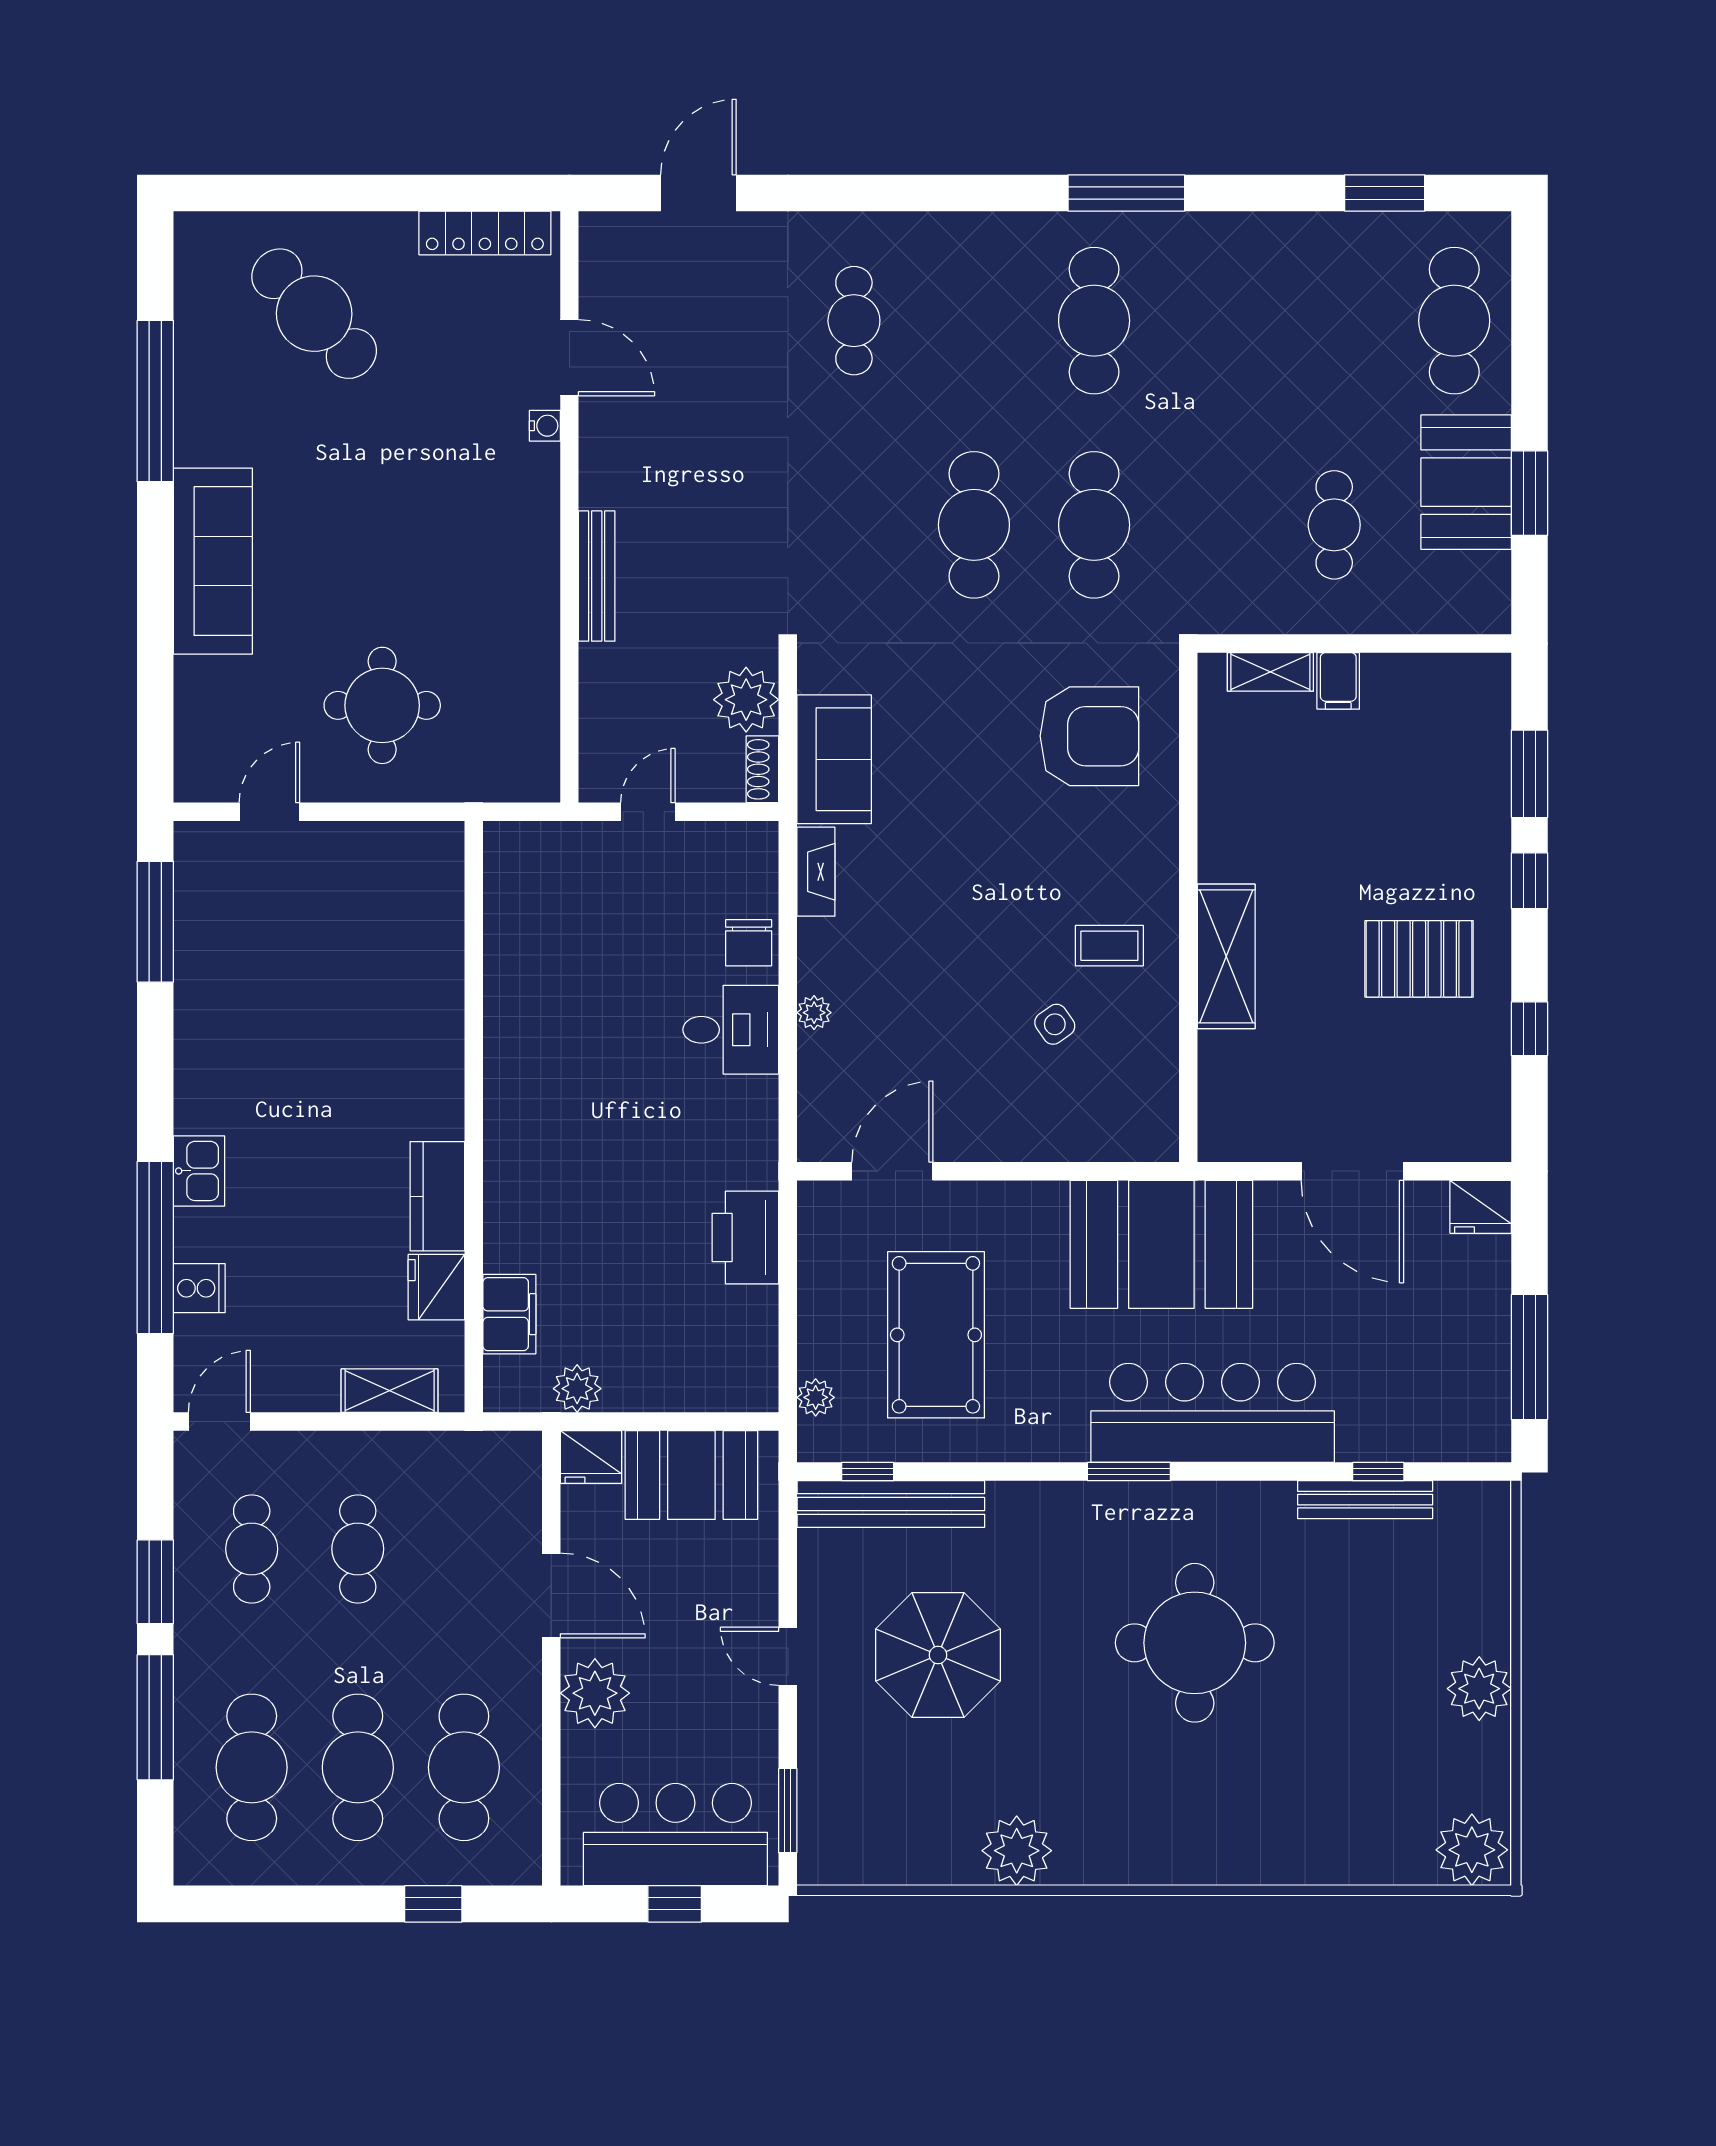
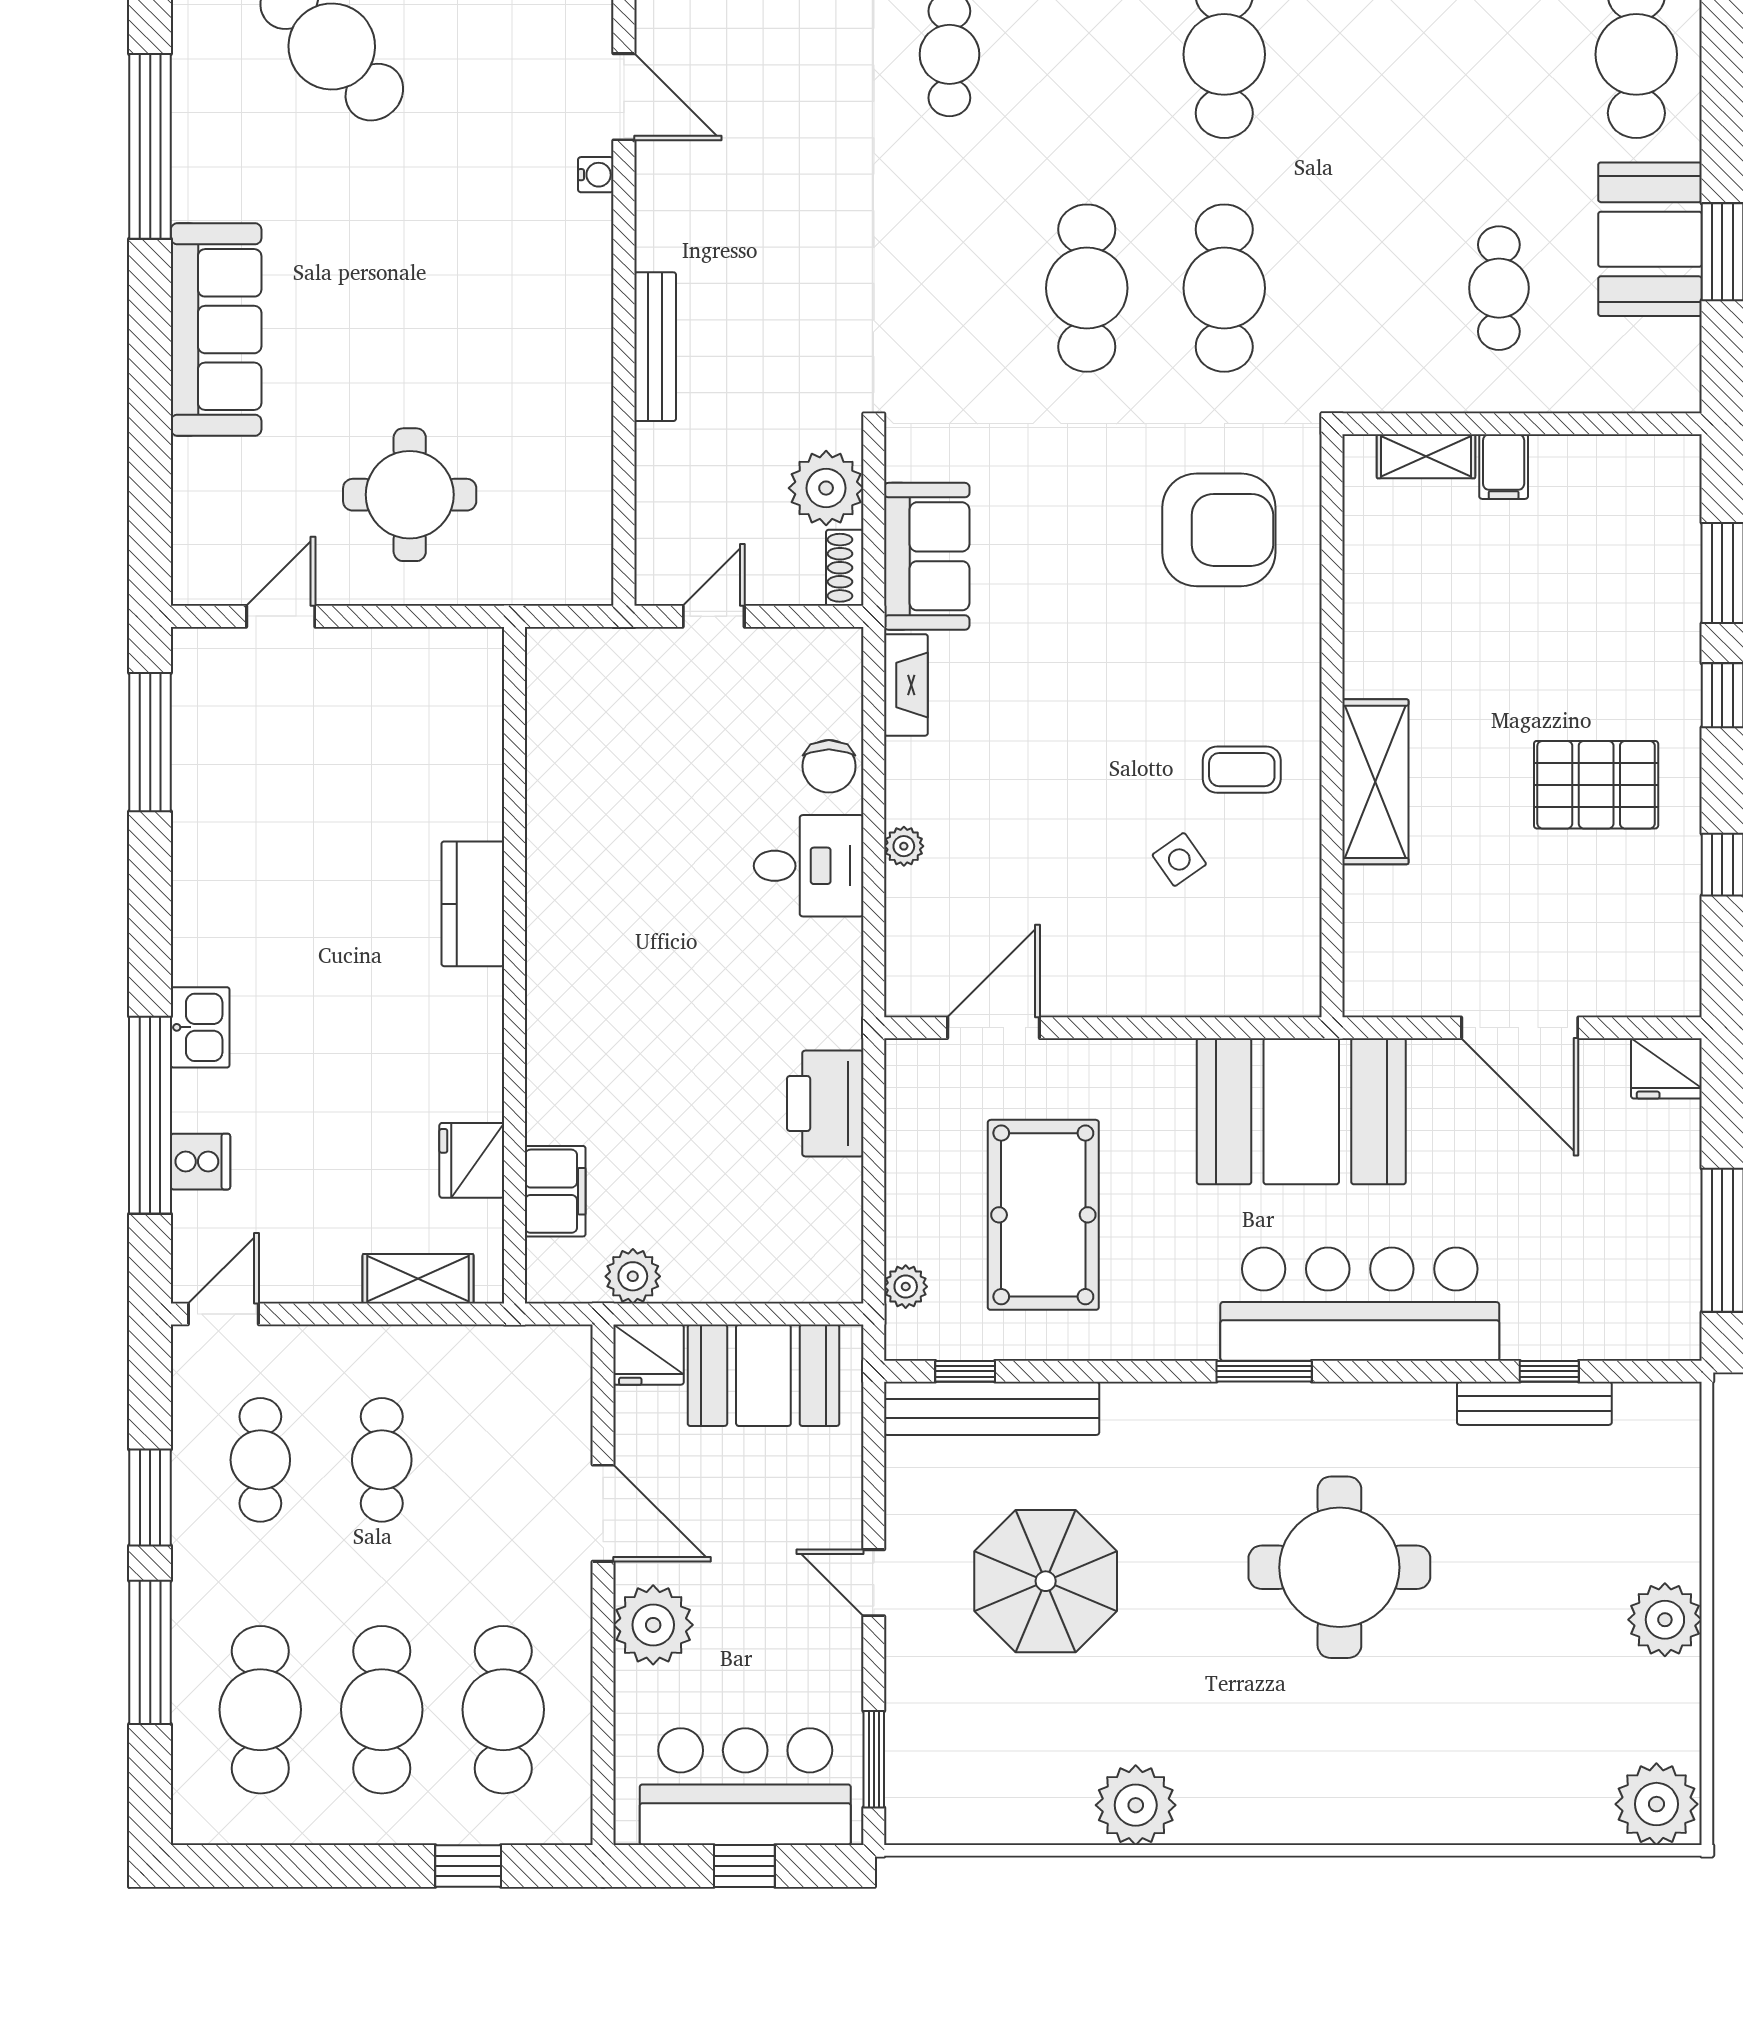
kitchen counter: (437, 1196) -> (473, 904), moved

